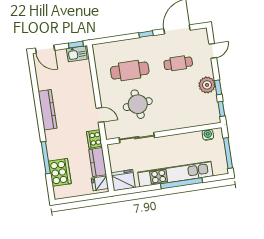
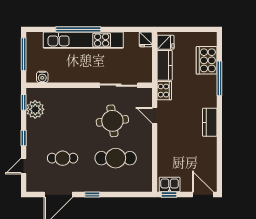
plant: (207, 85) -> (35, 109), moved
window: (218, 87) -> (24, 138), moved
kitchen counter: (48, 110) -> (210, 122), width x0.67
fridge: (123, 180) -> (146, 39), width x0.53, depth x0.75

